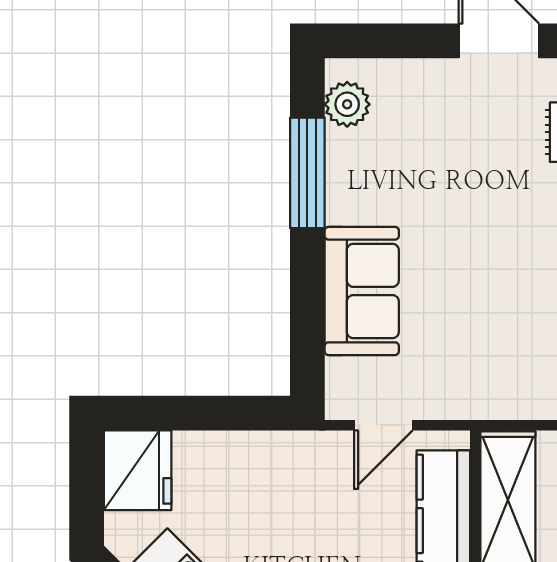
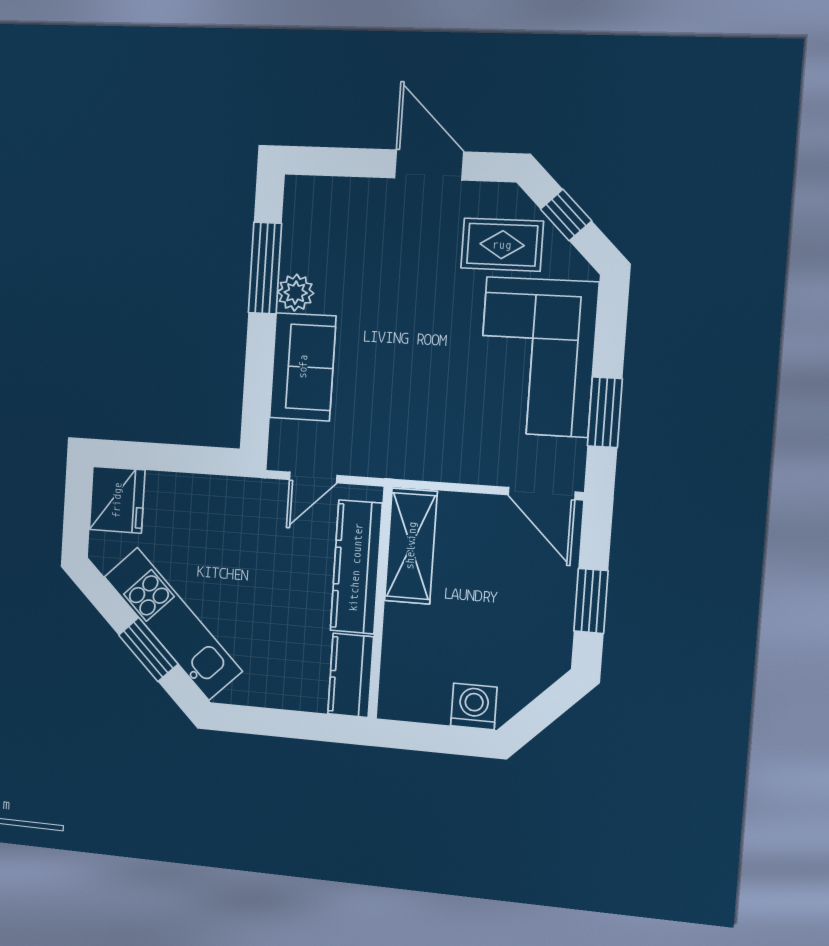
plant: (347, 104) -> (296, 293), moved

